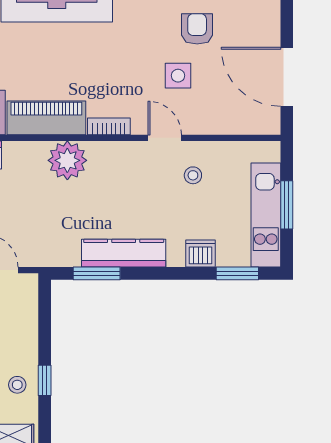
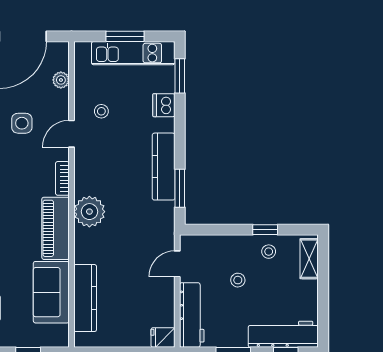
plant: (232, 125) -> (61, 80), added

